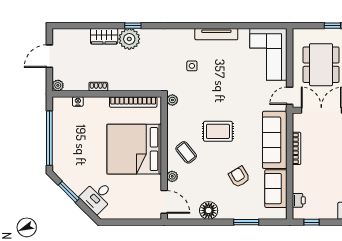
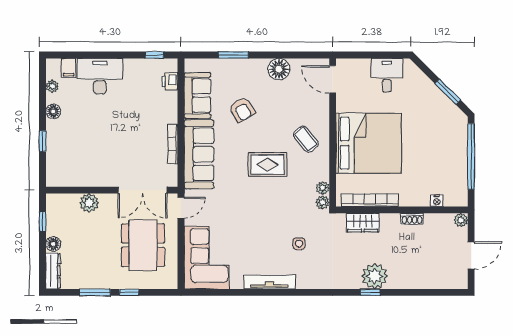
wardrobe: (104, 36) -> (363, 223), moved, turned 180
plant: (172, 176) -> (323, 188), moved
desk: (97, 196) -> (387, 75), moved, turned -45

